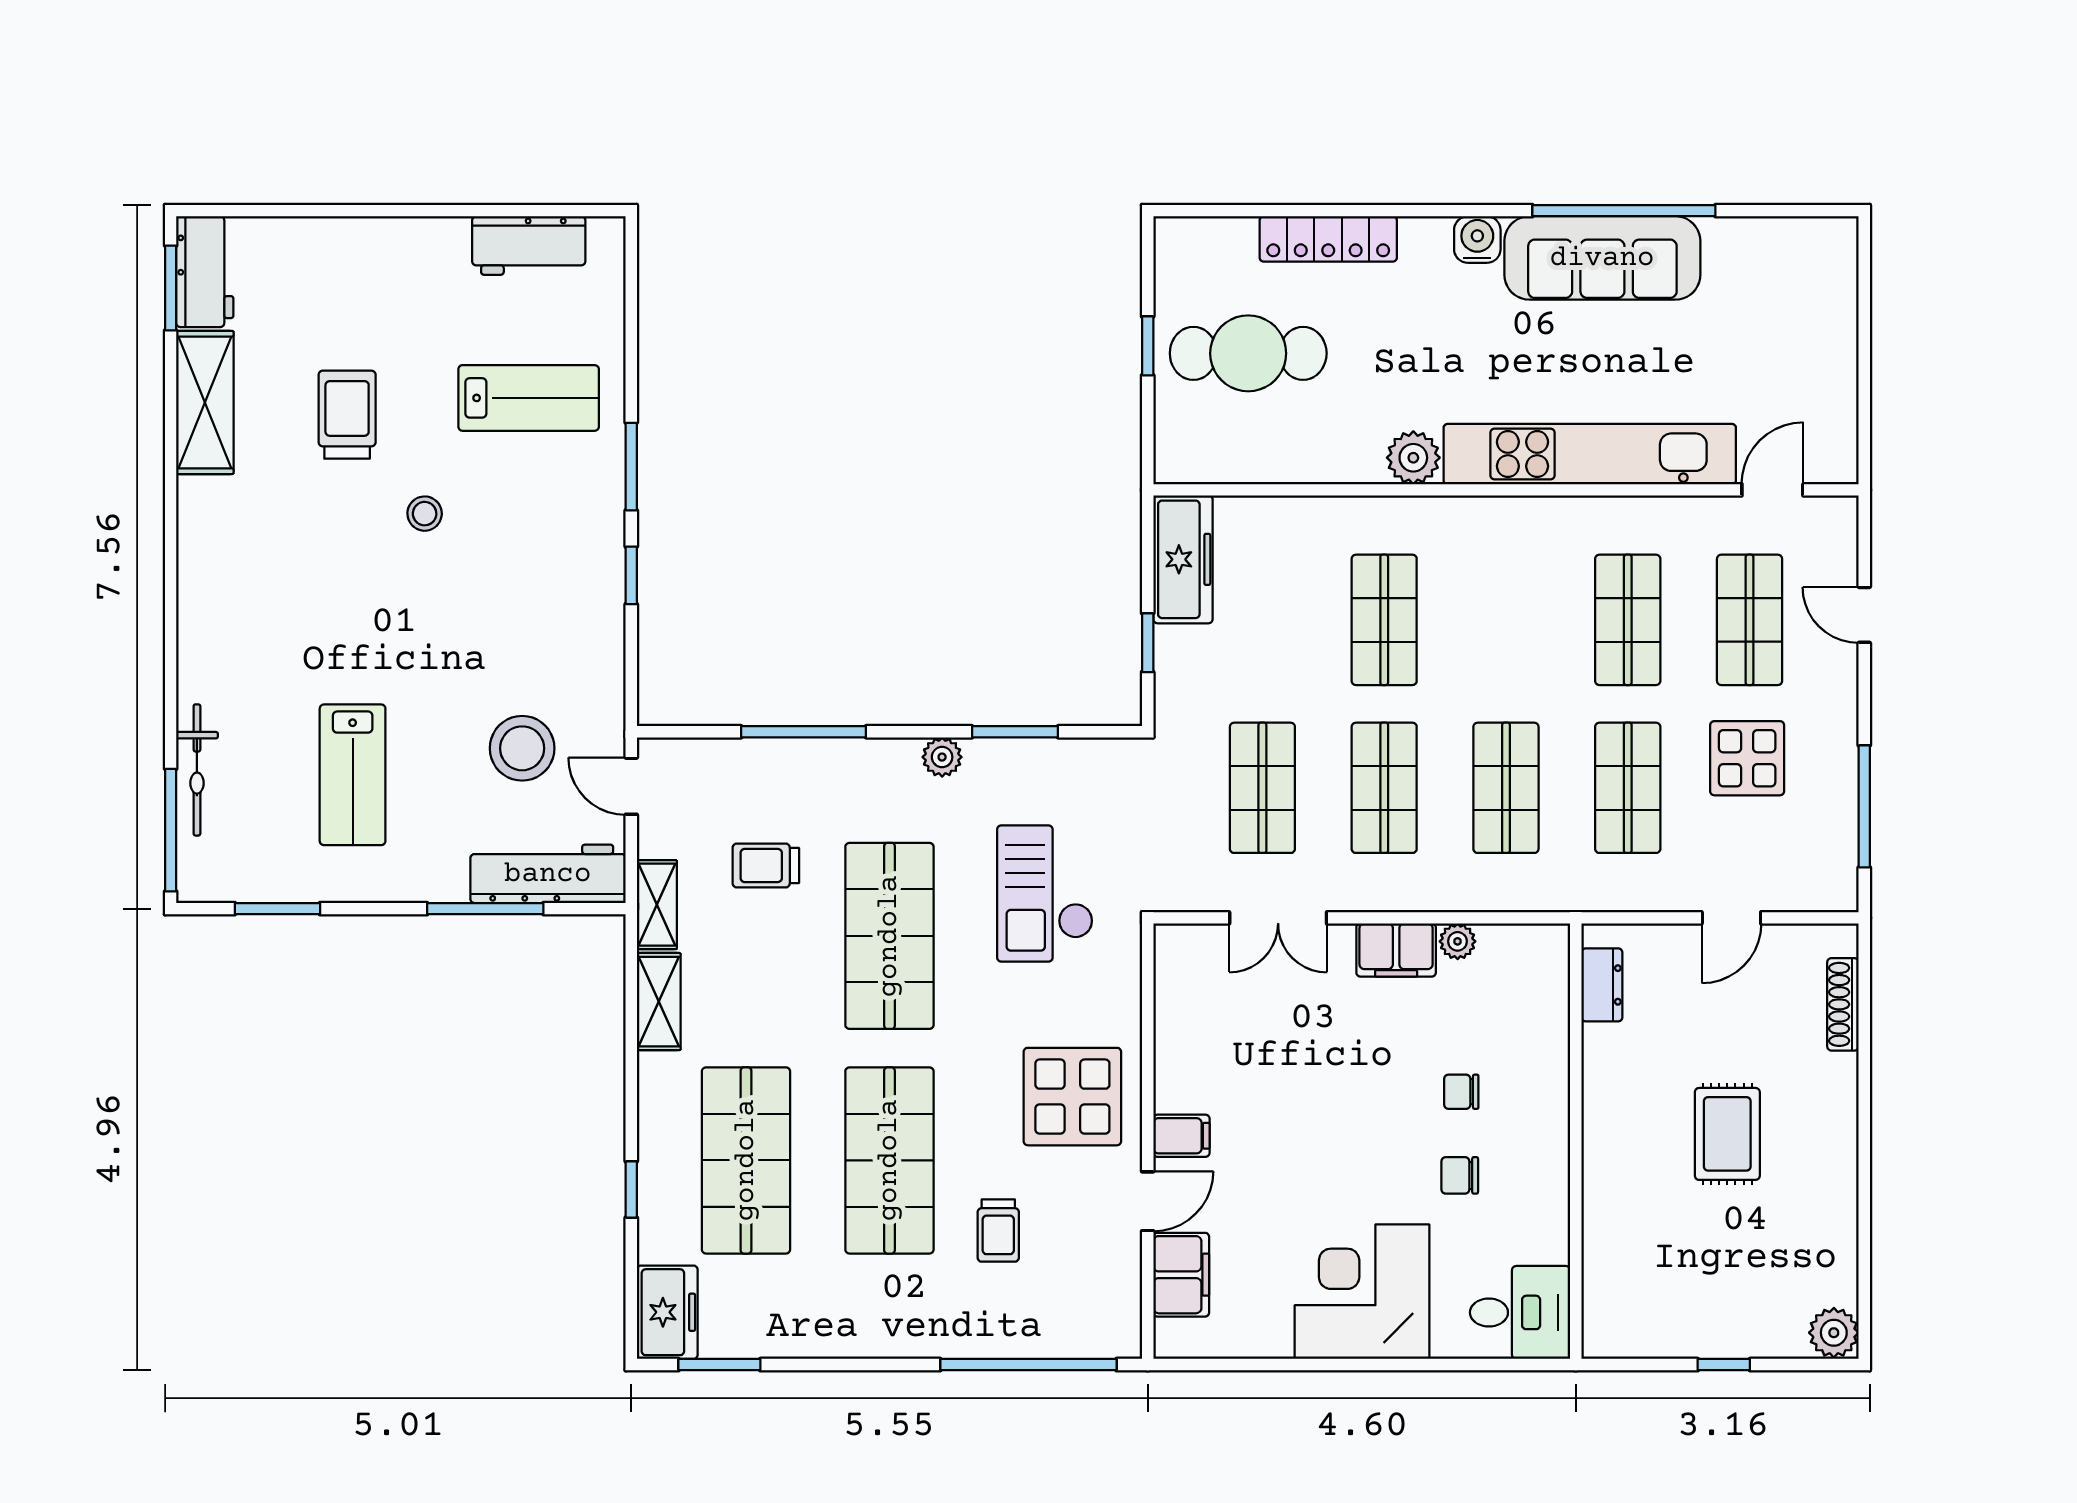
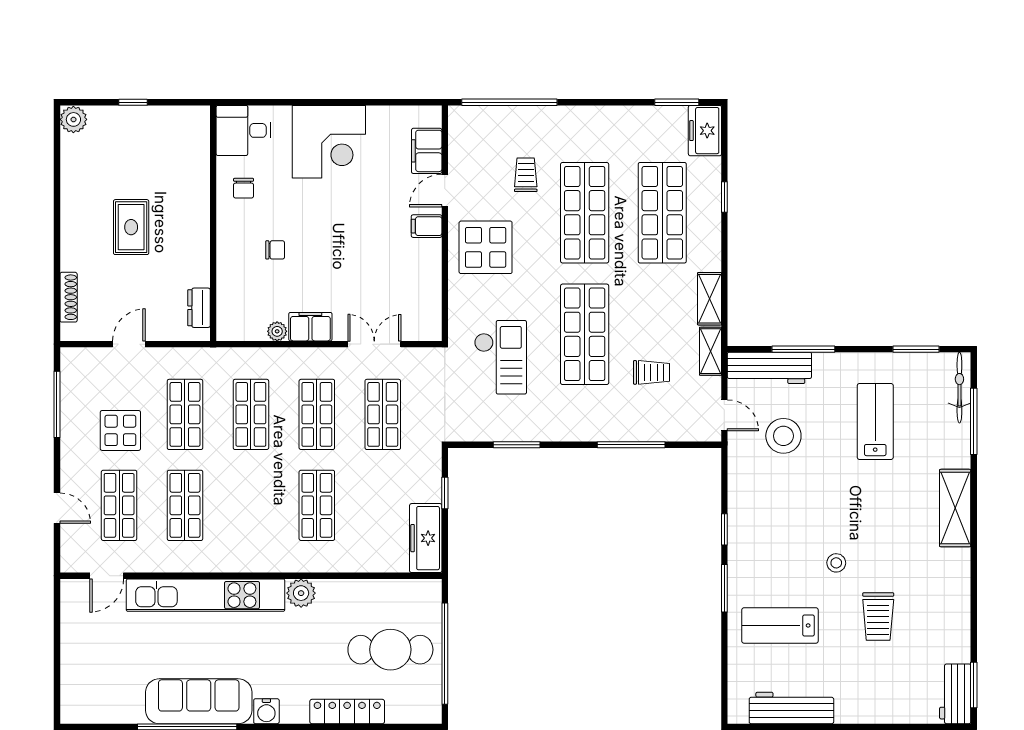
workbench: (529, 246) -> (791, 708), width x1.38
window: (1148, 346) -> (445, 654), width x3.17
shelving: (205, 402) -> (955, 508), moved
plant: (942, 757) -> (556, 431), removed
bicycle: (197, 770) -> (959, 388), moved
window: (171, 830) -> (974, 421), moved
chair: (1460, 1175) -> (244, 188), moved, turned 90

